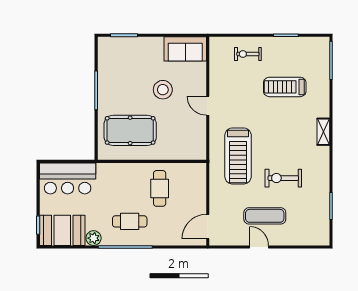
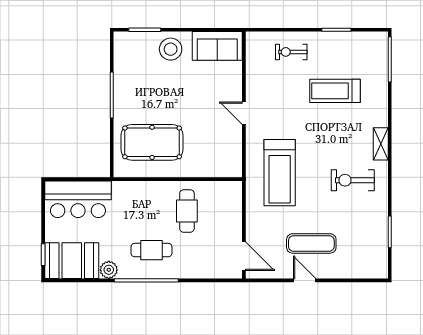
stool: (163, 90) -> (171, 49), moved
exercise bike: (283, 178) -> (353, 180), moved
door: (208, 227) -> (244, 256), swing flipped

